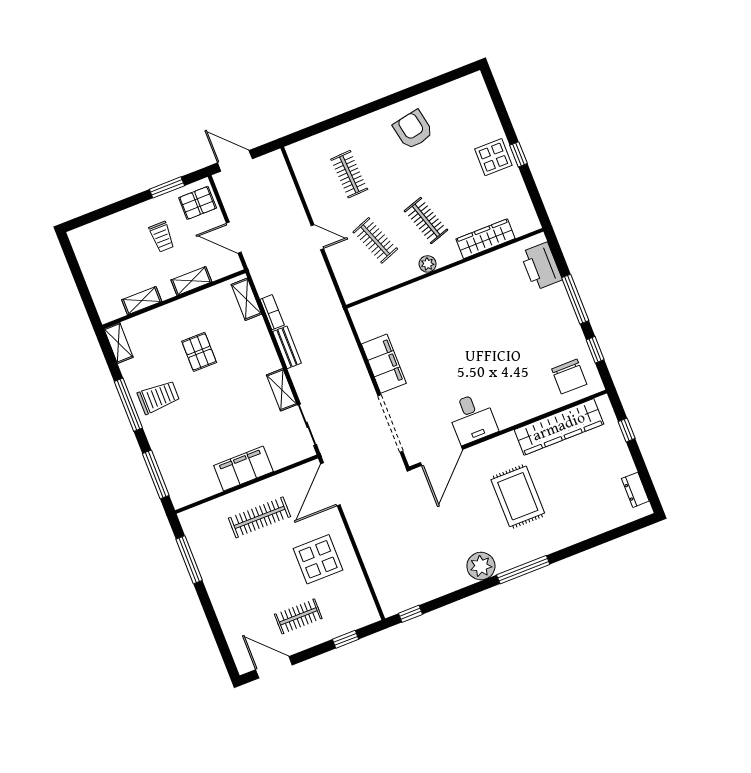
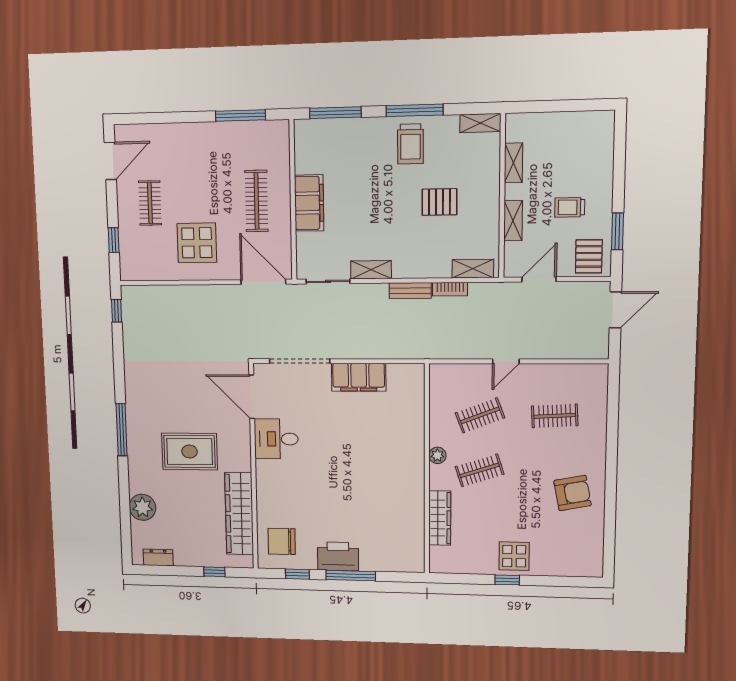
printer: (541, 266) -> (338, 556), moved
plant: (481, 566) -> (142, 507), moved

